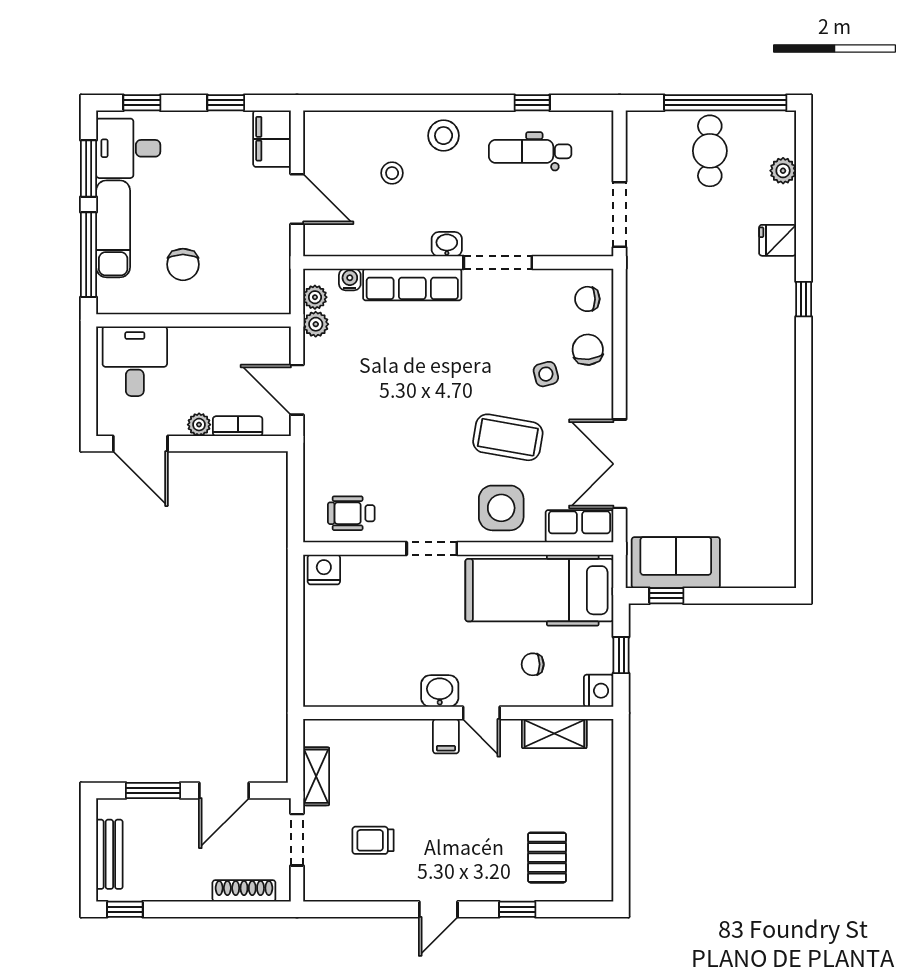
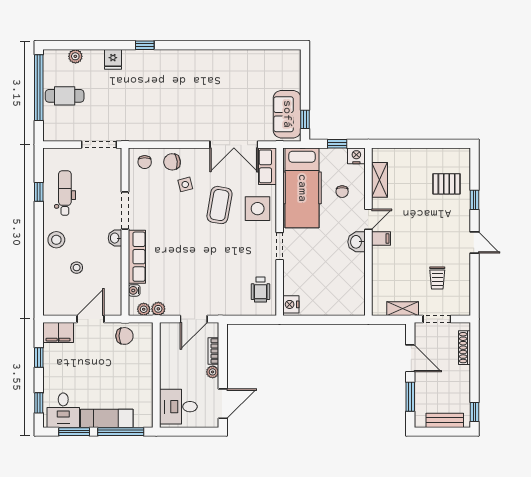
dental chair: (530, 151) -> (65, 193), turned 180
chair: (183, 264) -> (124, 336), moved

